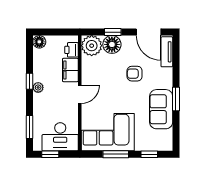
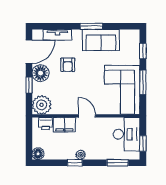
floor lamp: (112, 44) -> (41, 73), moved
tv unit: (167, 52) -> (57, 35), moved

